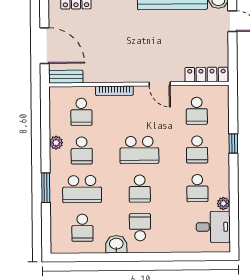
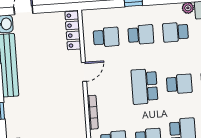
school desk: (139, 150) -> (145, 86), turned 180
school desk: (197, 188) -> (176, 32), turned 180

